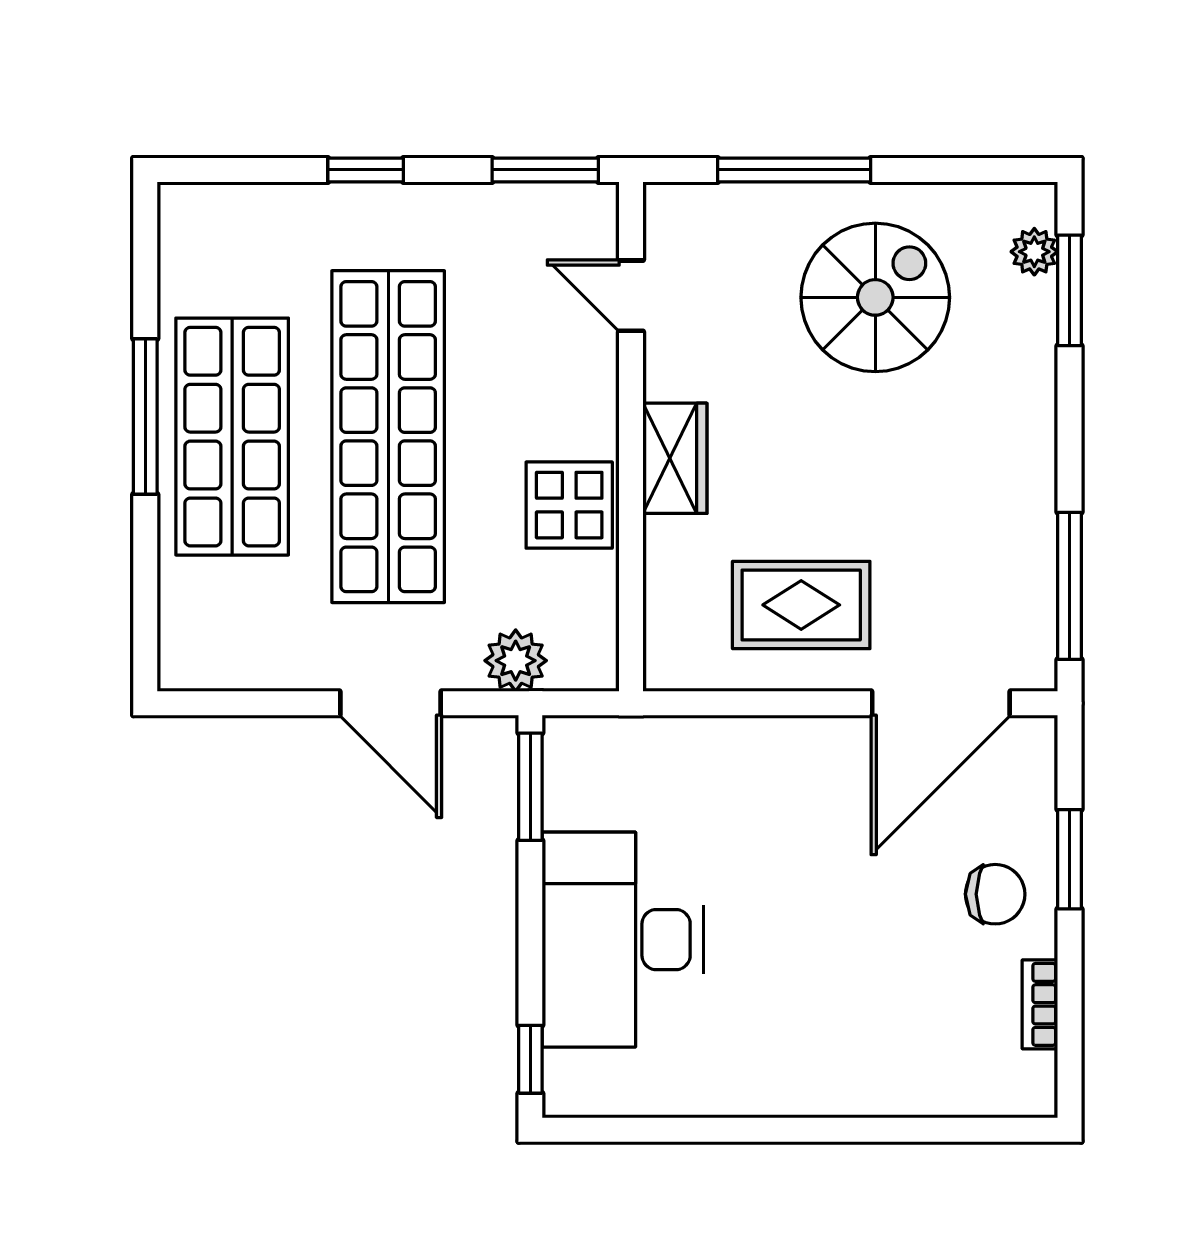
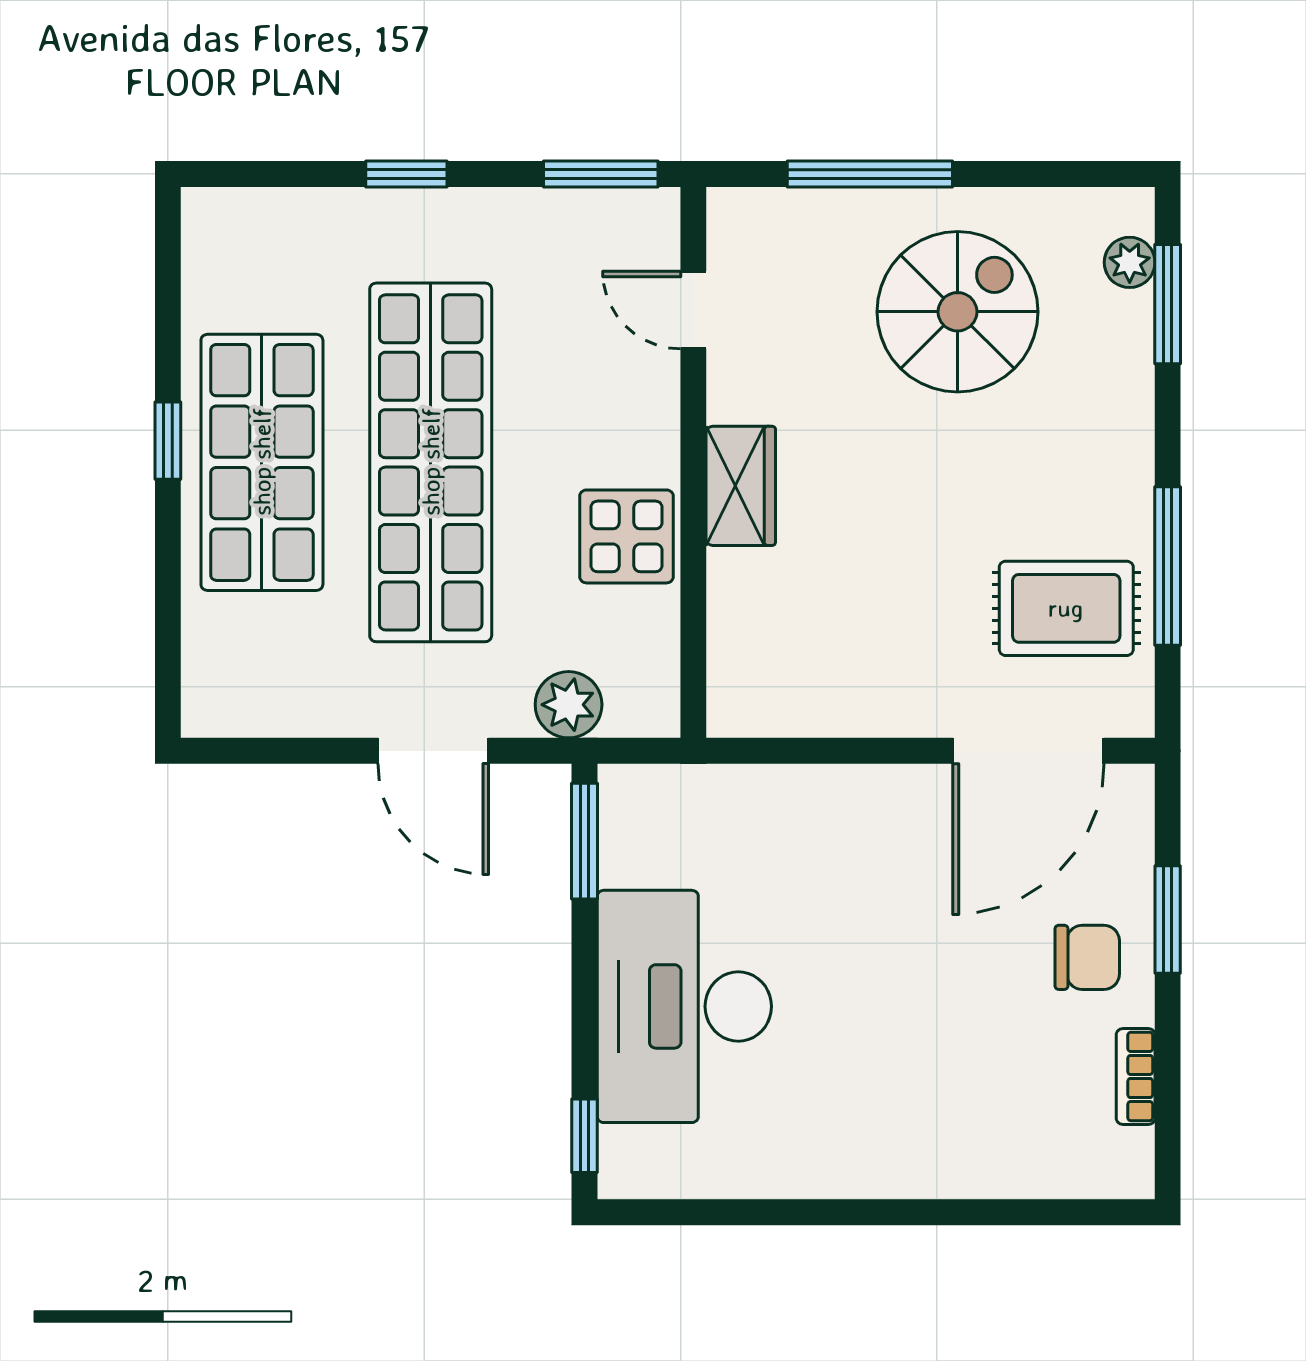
window: (145, 417) -> (168, 441), width x0.46
window: (1070, 586) -> (1168, 566), moved
rug: (801, 605) -> (1066, 608), moved

